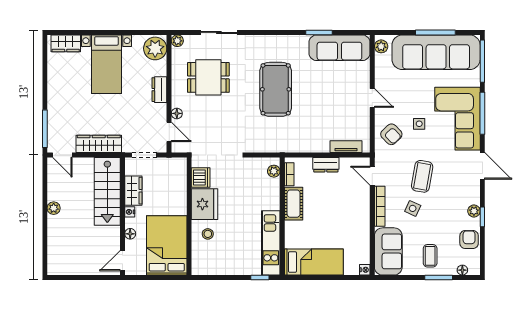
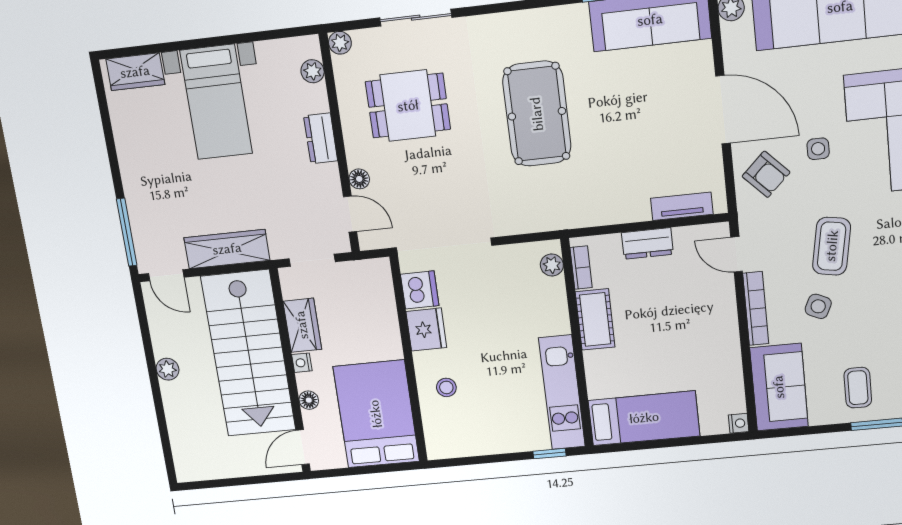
plant: (155, 48) -> (313, 71), width x0.53, depth x0.53
door: (372, 98) -> (723, 110), width x1.87
stairs: (107, 191) -> (249, 354), width x1.36, depth x1.51
fridge: (205, 204) -> (426, 329), width x0.73, depth x0.75

